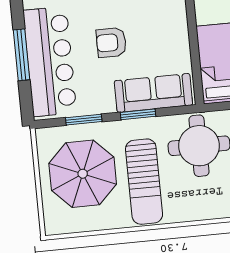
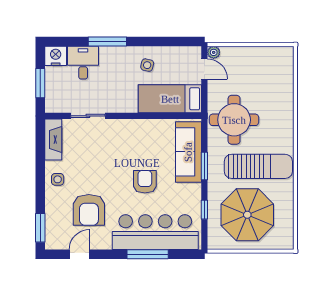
armchair: (111, 42) -> (145, 182), turned 180
window: (84, 120) -> (204, 210), width x0.67

